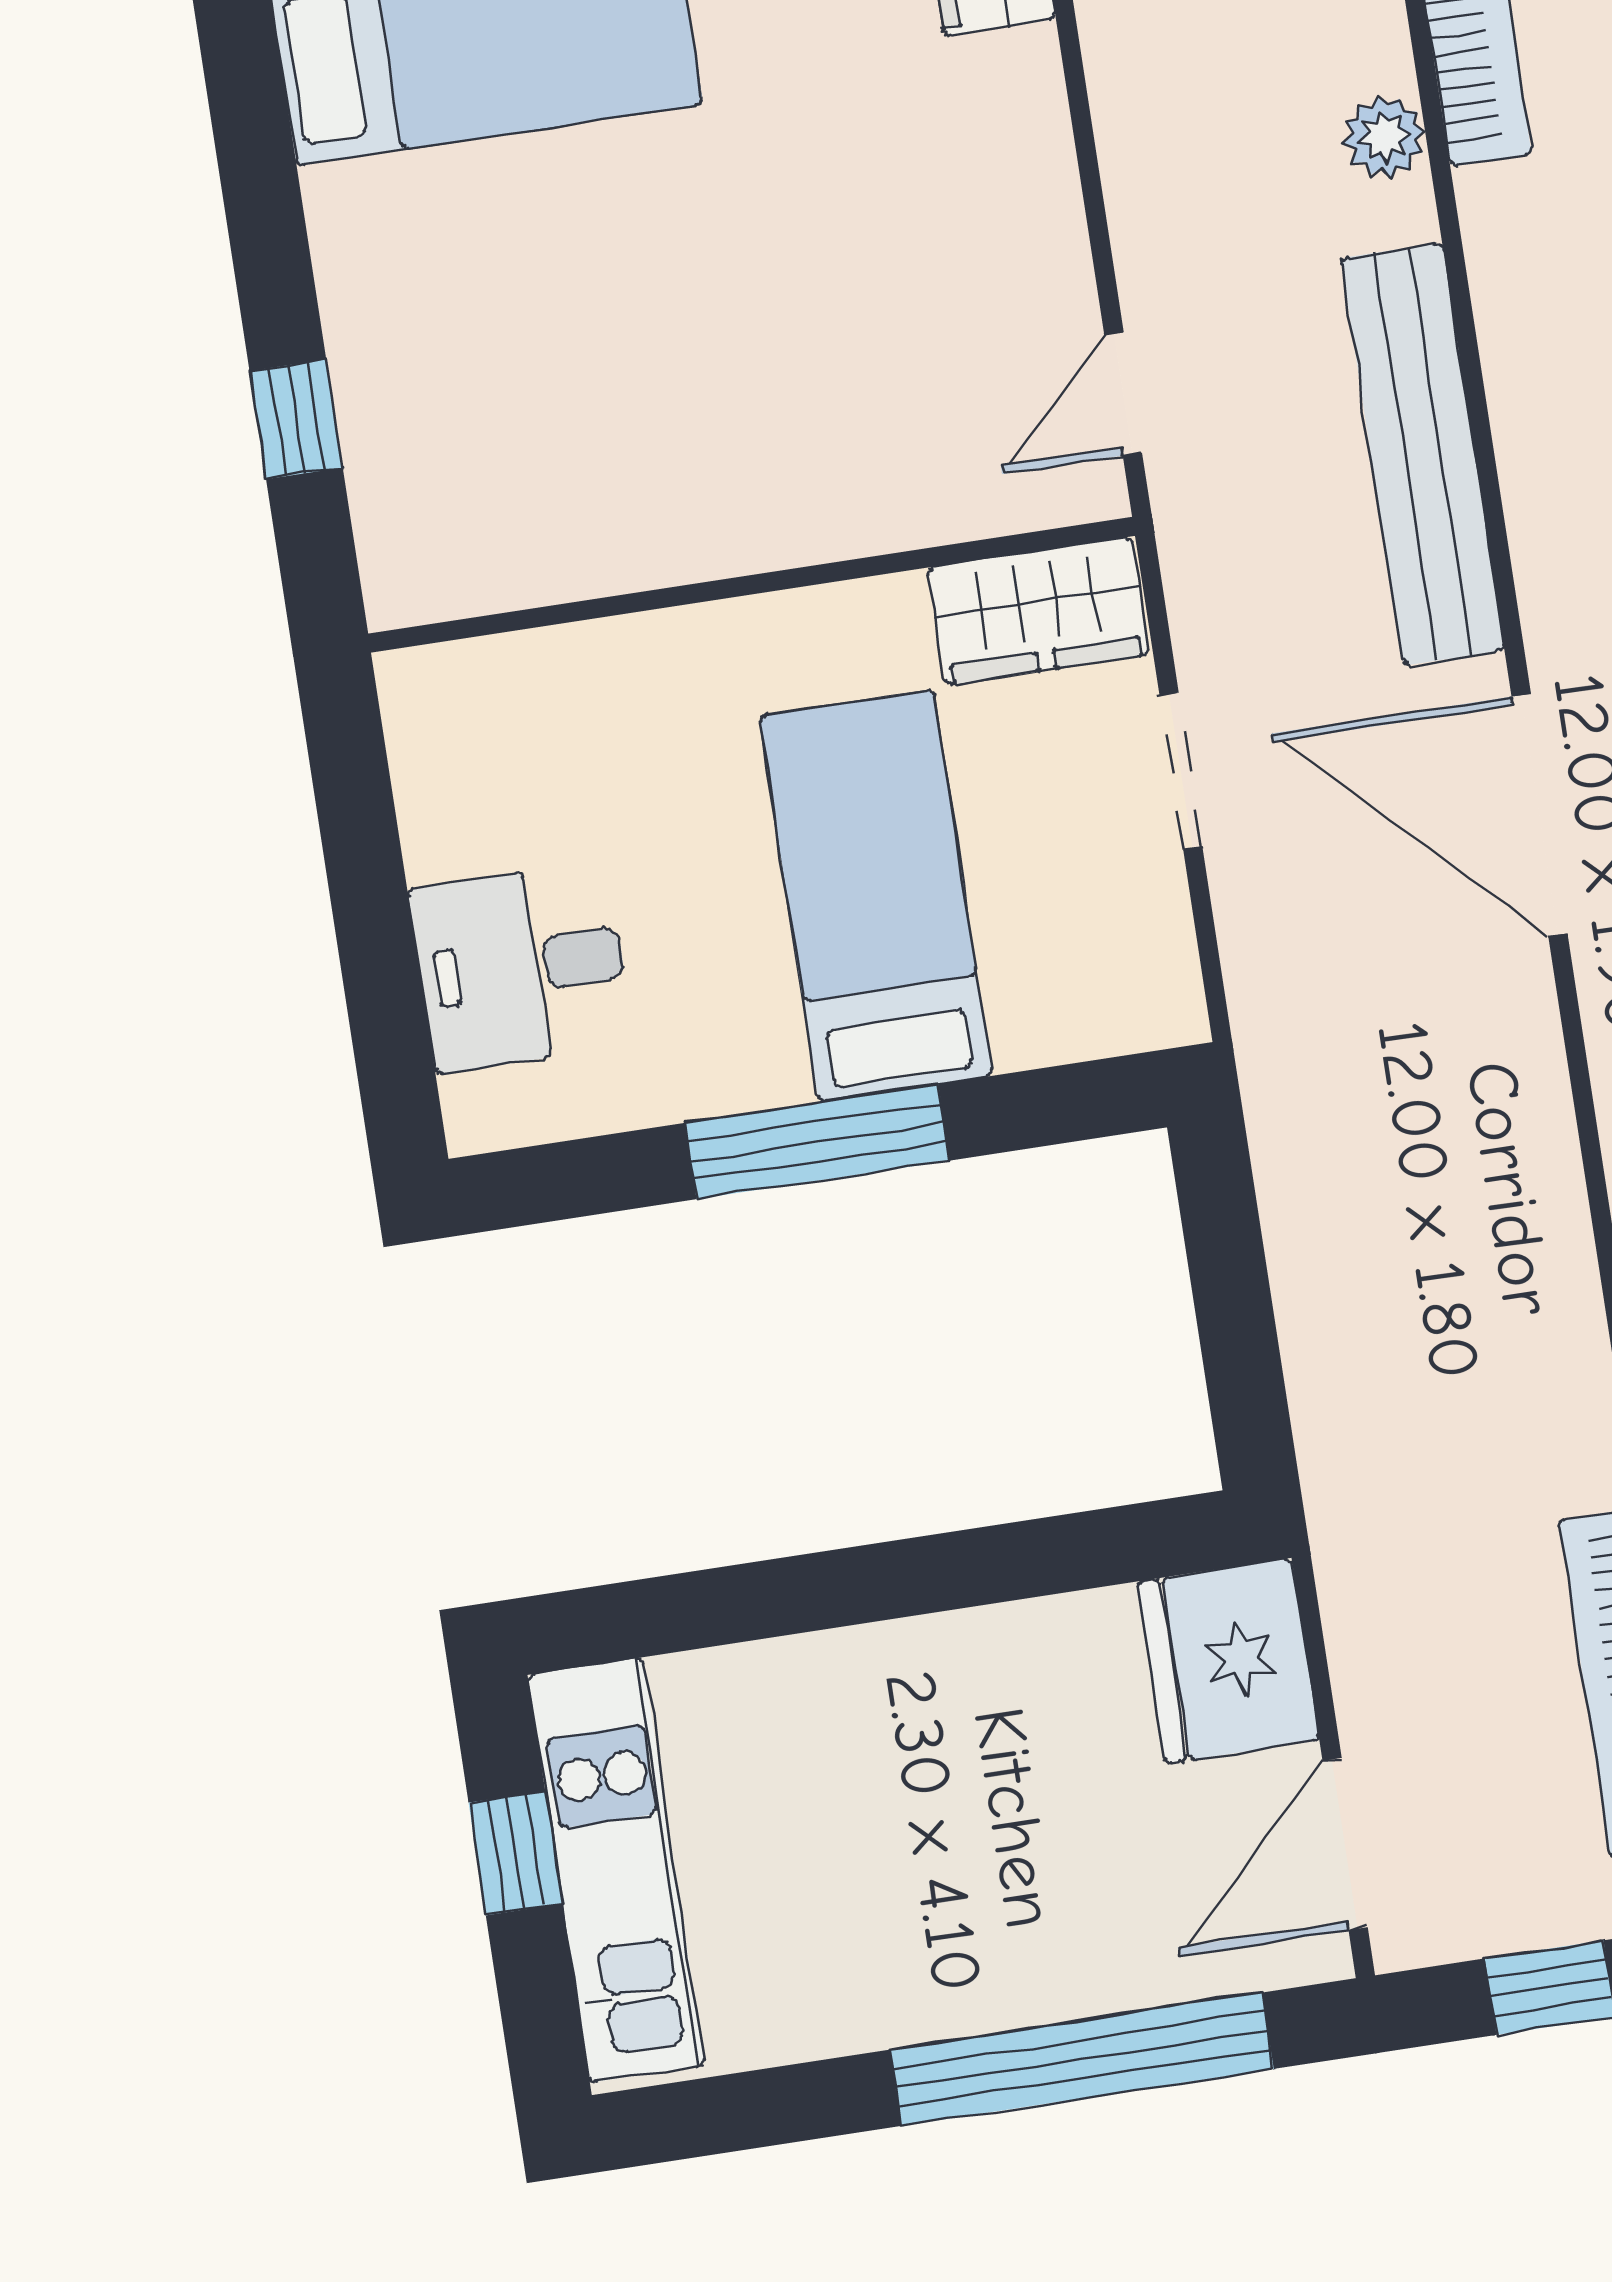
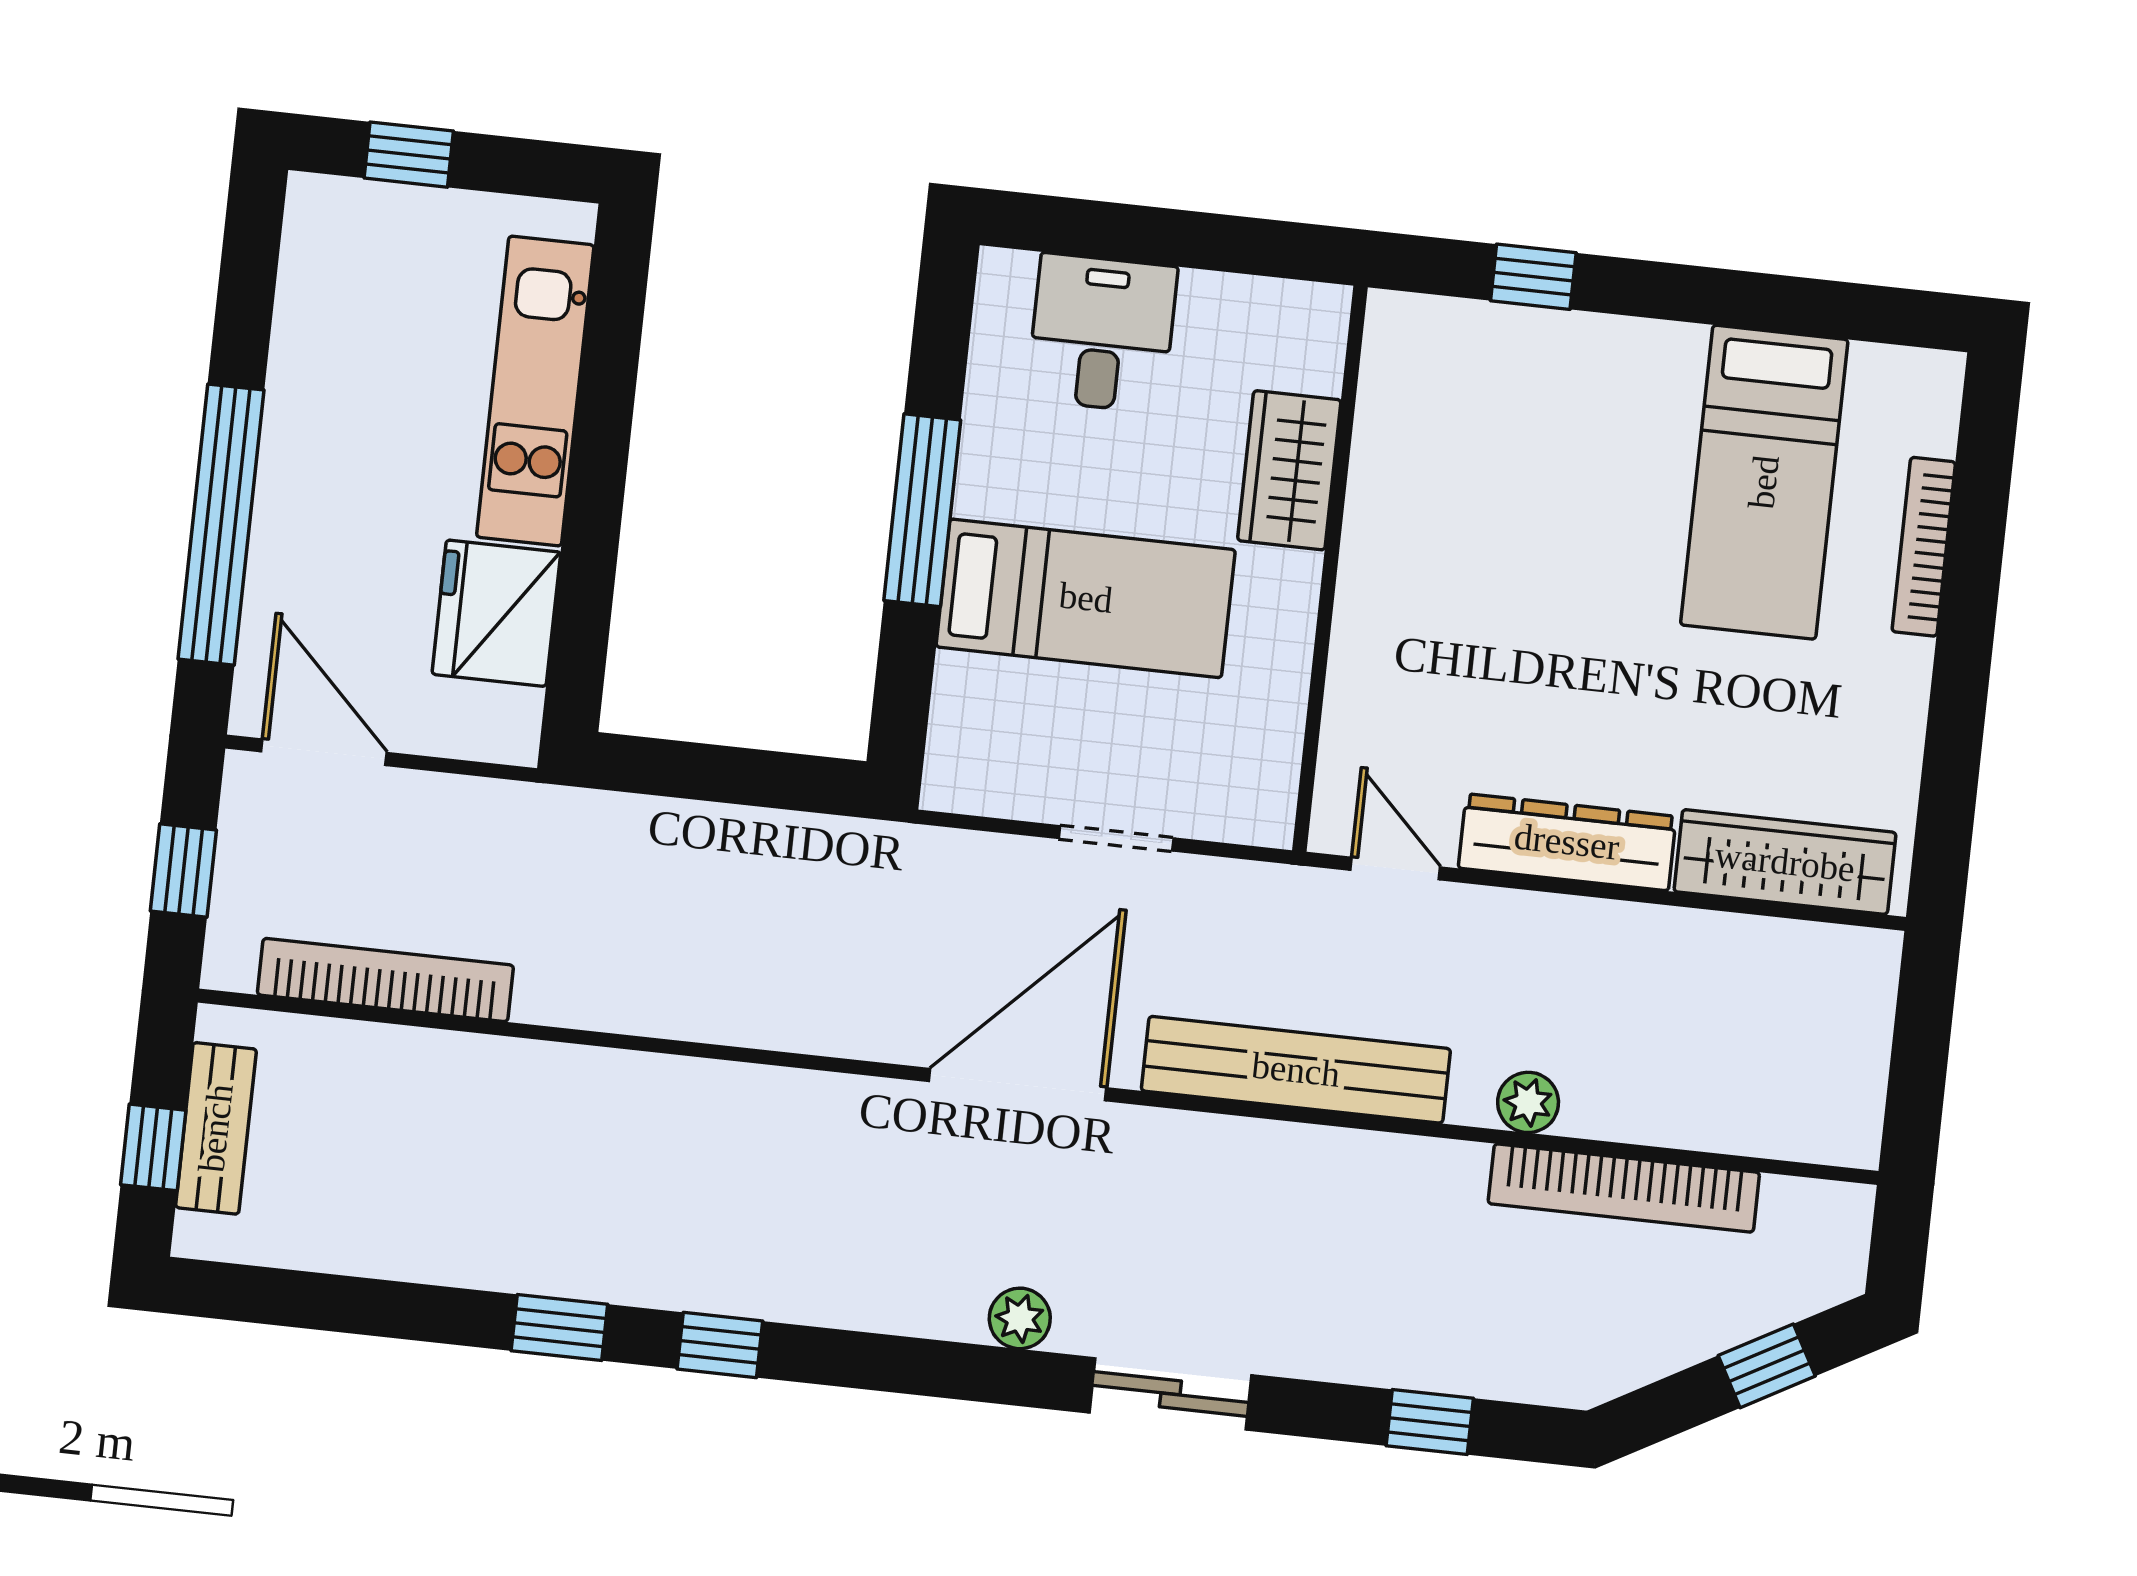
dresser: (1028, 177) -> (1567, 842), added
wardrobe: (1039, 611) -> (1289, 470), moved
fridge: (1228, 1661) -> (496, 613), moved, turned -90
window: (516, 1853) -> (409, 155), moved
kitchen unit: (616, 1870) -> (535, 391), moved, turned 90

